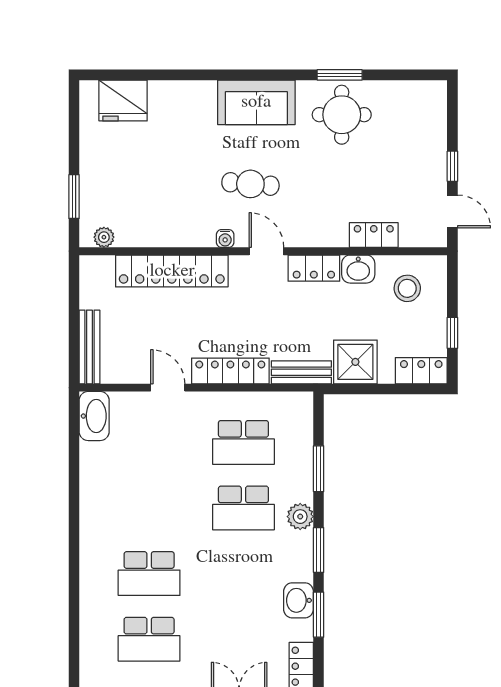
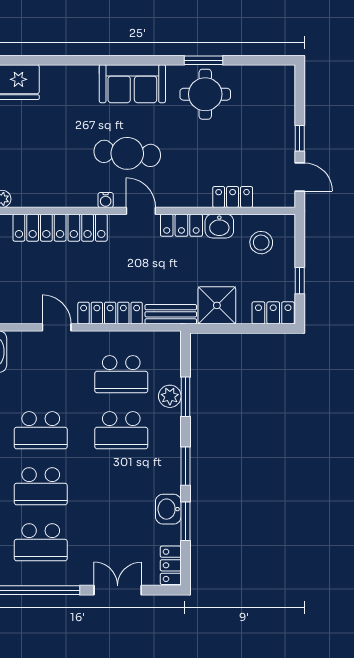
cafe table: (250, 184) -> (127, 153), width x1.37, depth x1.35
school desk: (149, 508) -> (41, 430), added
plant: (300, 517) -> (170, 396), moved

